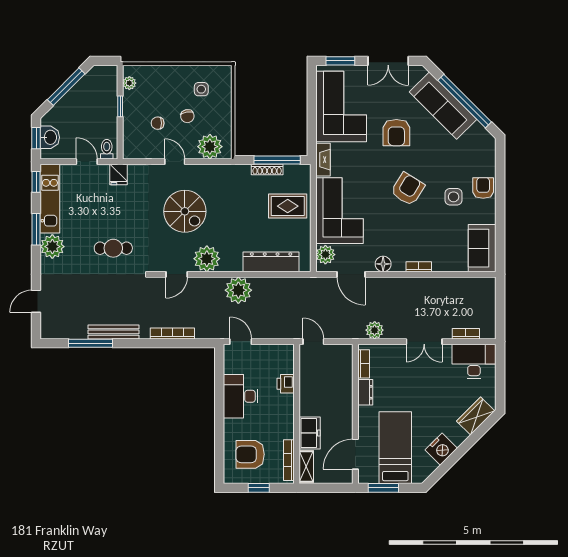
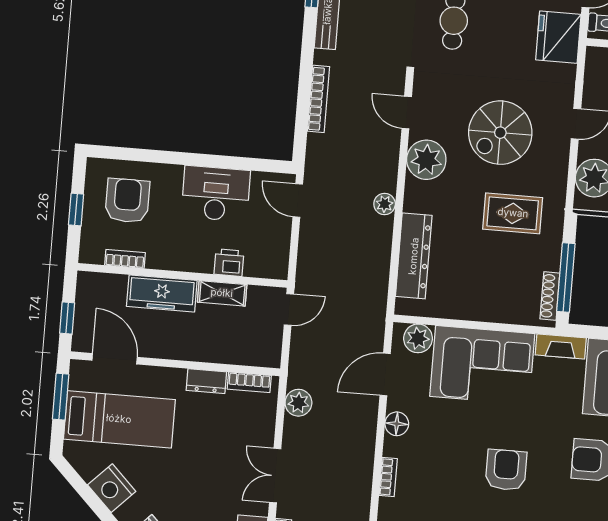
shoe rack: (267, 170) -> (550, 296), moved
fridge: (118, 175) -> (558, 37), width x1.88, depth x1.34
armchair: (408, 189) -> (506, 470), turned -122
rug: (288, 206) -> (513, 213), moved, turned 90
plant: (238, 290) -> (385, 204), width x0.53, depth x0.53
door: (241, 342) -> (298, 200), swing flipped
freezer: (310, 433) -> (162, 293), width x1.40
bookcase: (289, 460) -> (125, 259), width x0.64
shelving: (306, 466) -> (222, 293), moved
window: (331, 488) -> (67, 318), added

